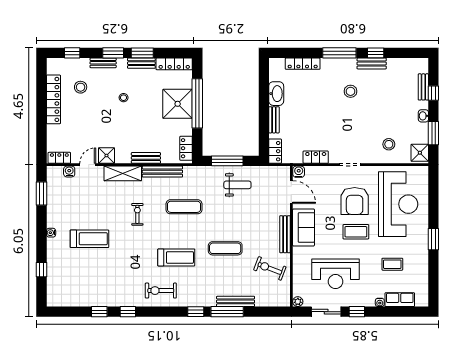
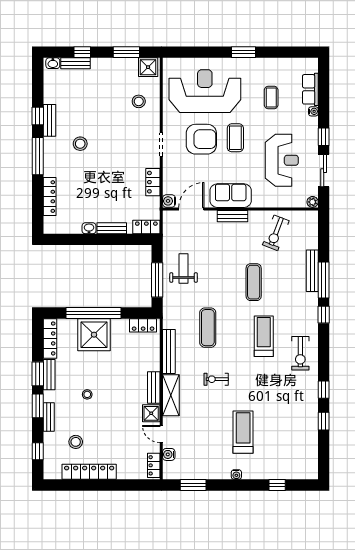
washbasin: (276, 94) -> (89, 228), width x0.52, depth x0.69
washbasin: (423, 116) -> (53, 63), moved
bench: (146, 158) -> (154, 388), moved
bench: (285, 234) -> (233, 216), width x0.73

